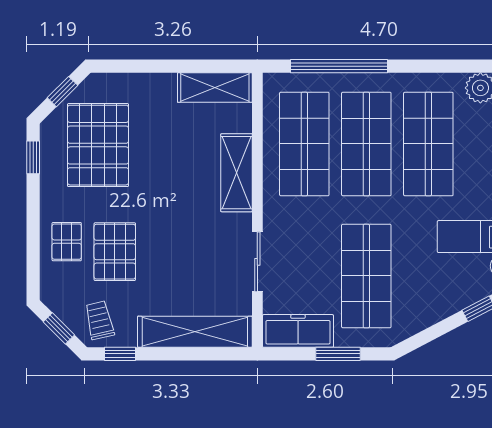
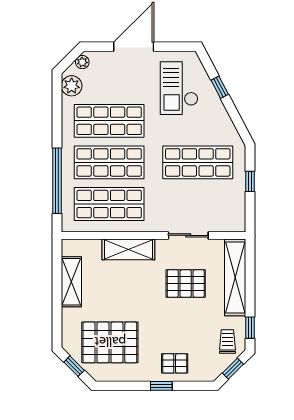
shelving: (215, 88) -> (71, 282), moved
window: (33, 157) -> (161, 386), moved
pallet: (115, 252) -> (186, 283), moved
trolley: (99, 320) -> (227, 341), turned 103
freezer: (298, 331) -> (235, 208), removed
window: (338, 354) -> (250, 181), width x0.67

